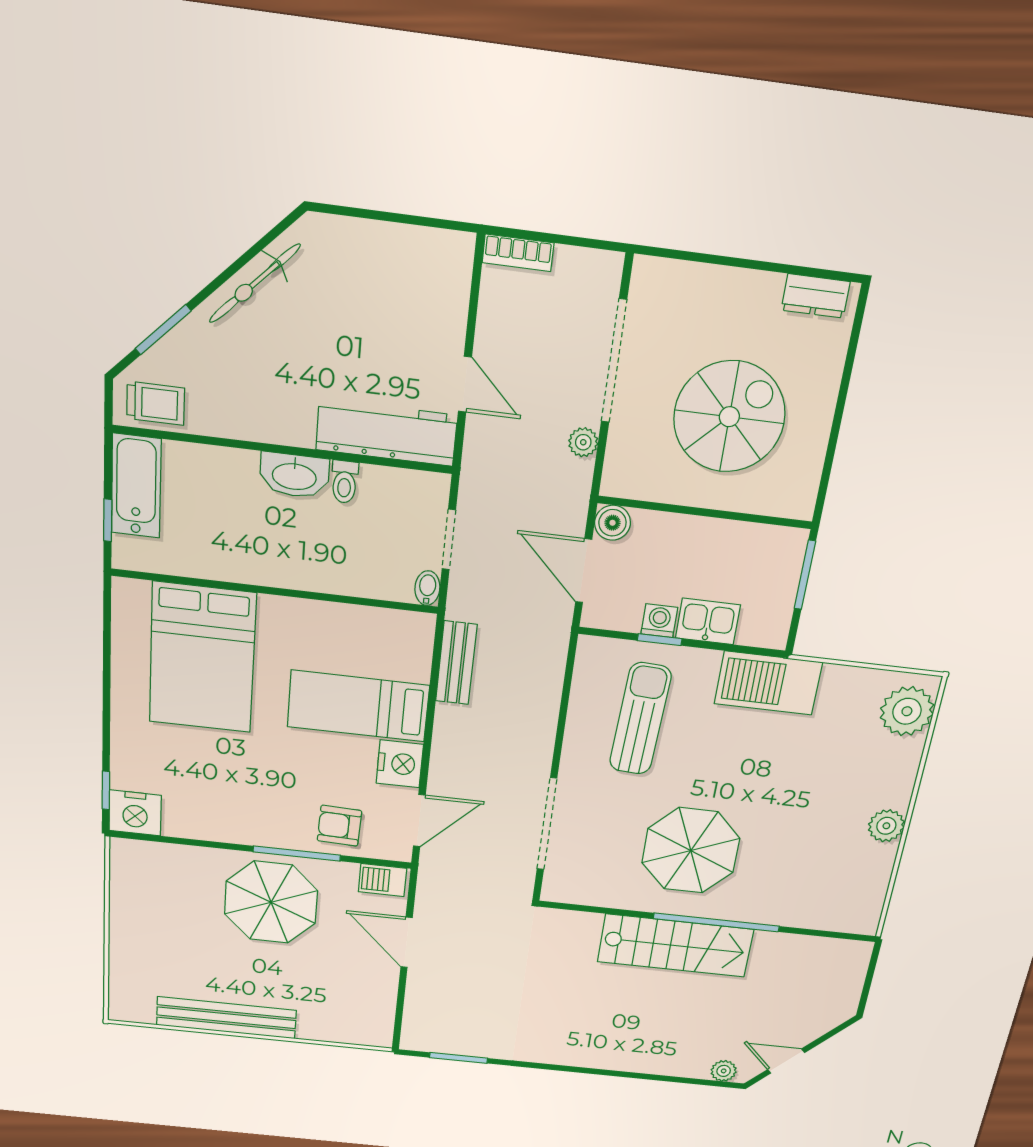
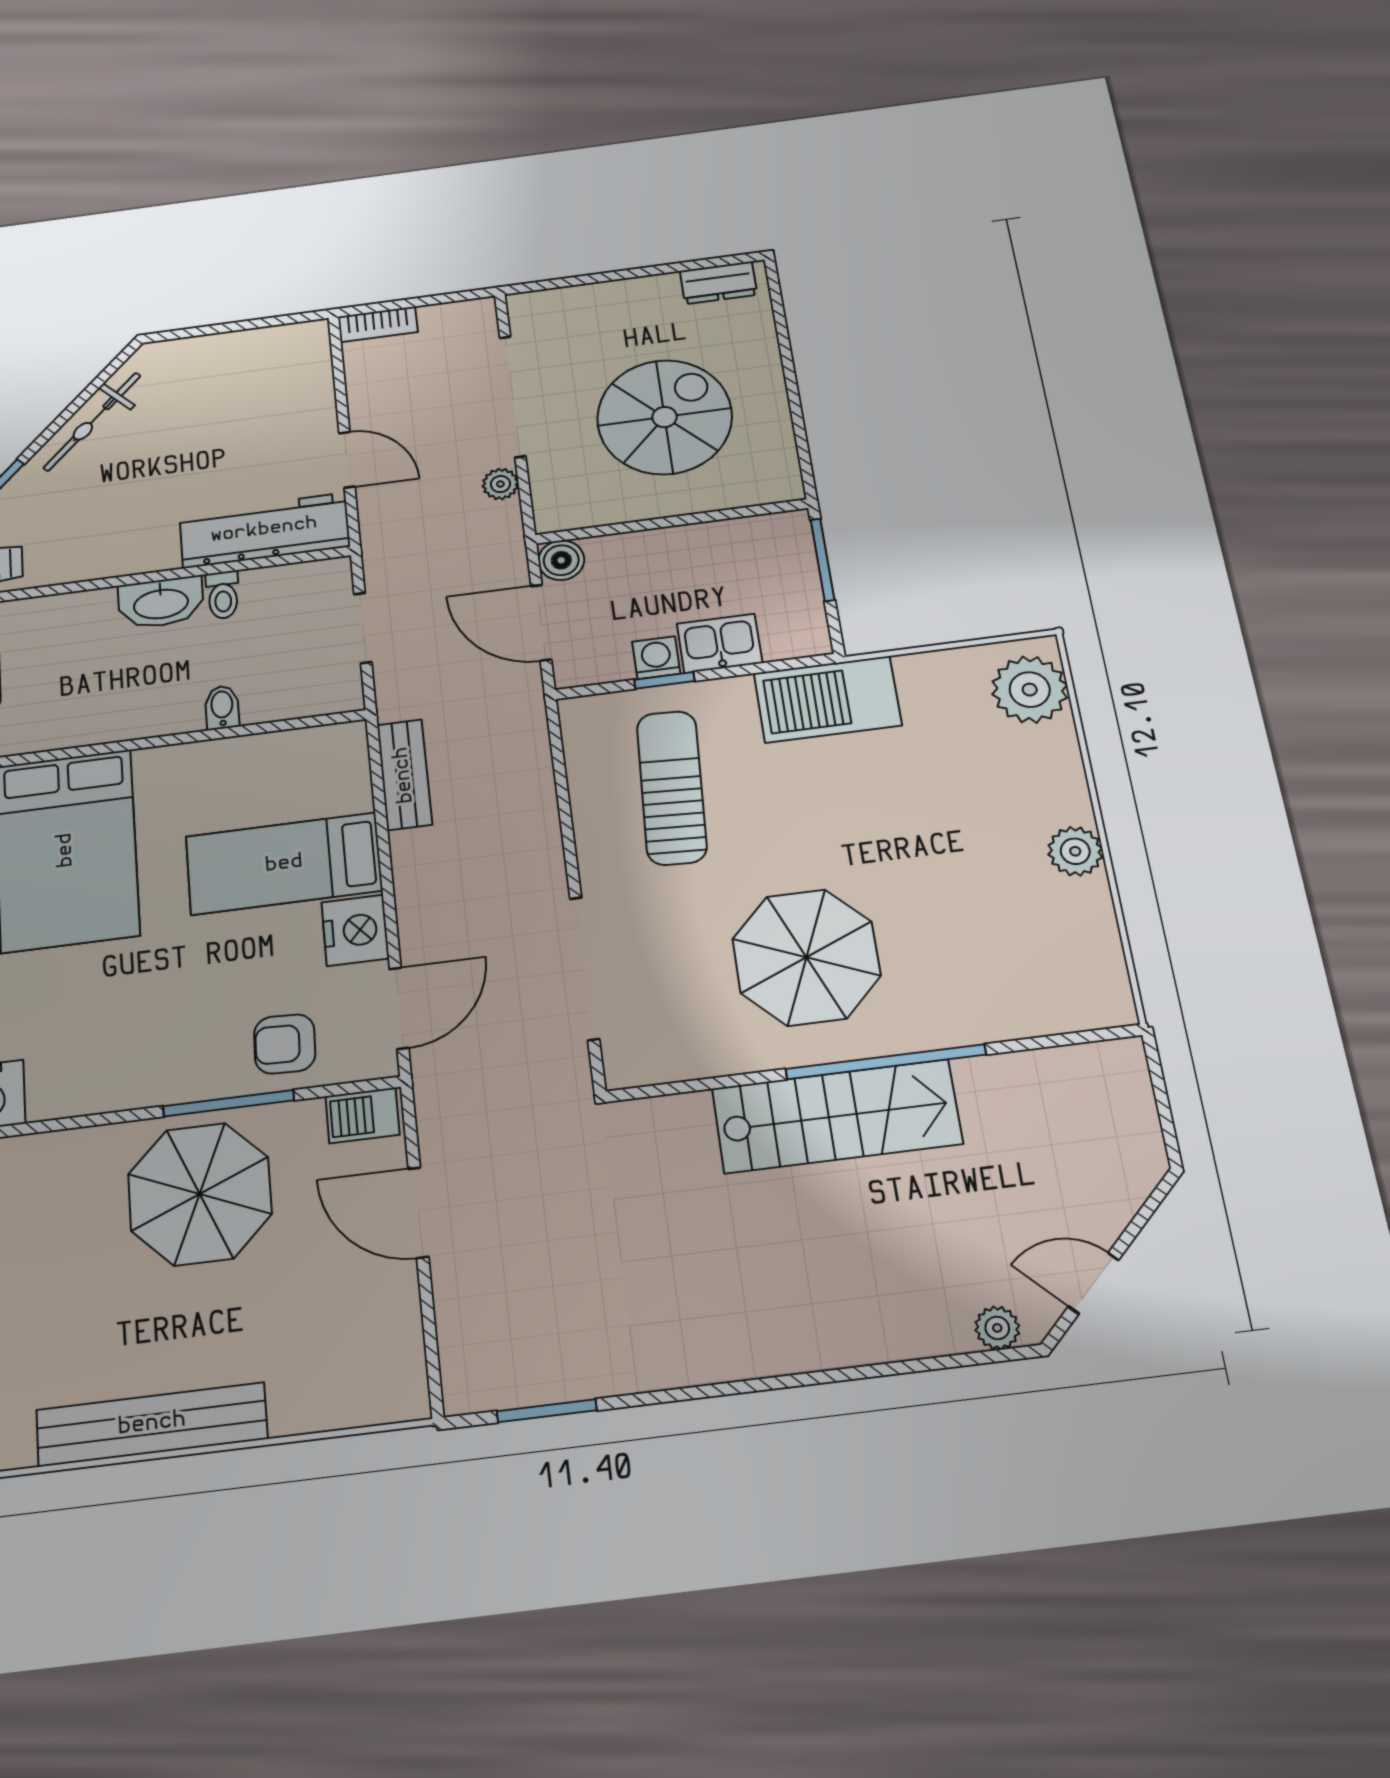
bidet: (427, 588) -> (222, 707), moved

